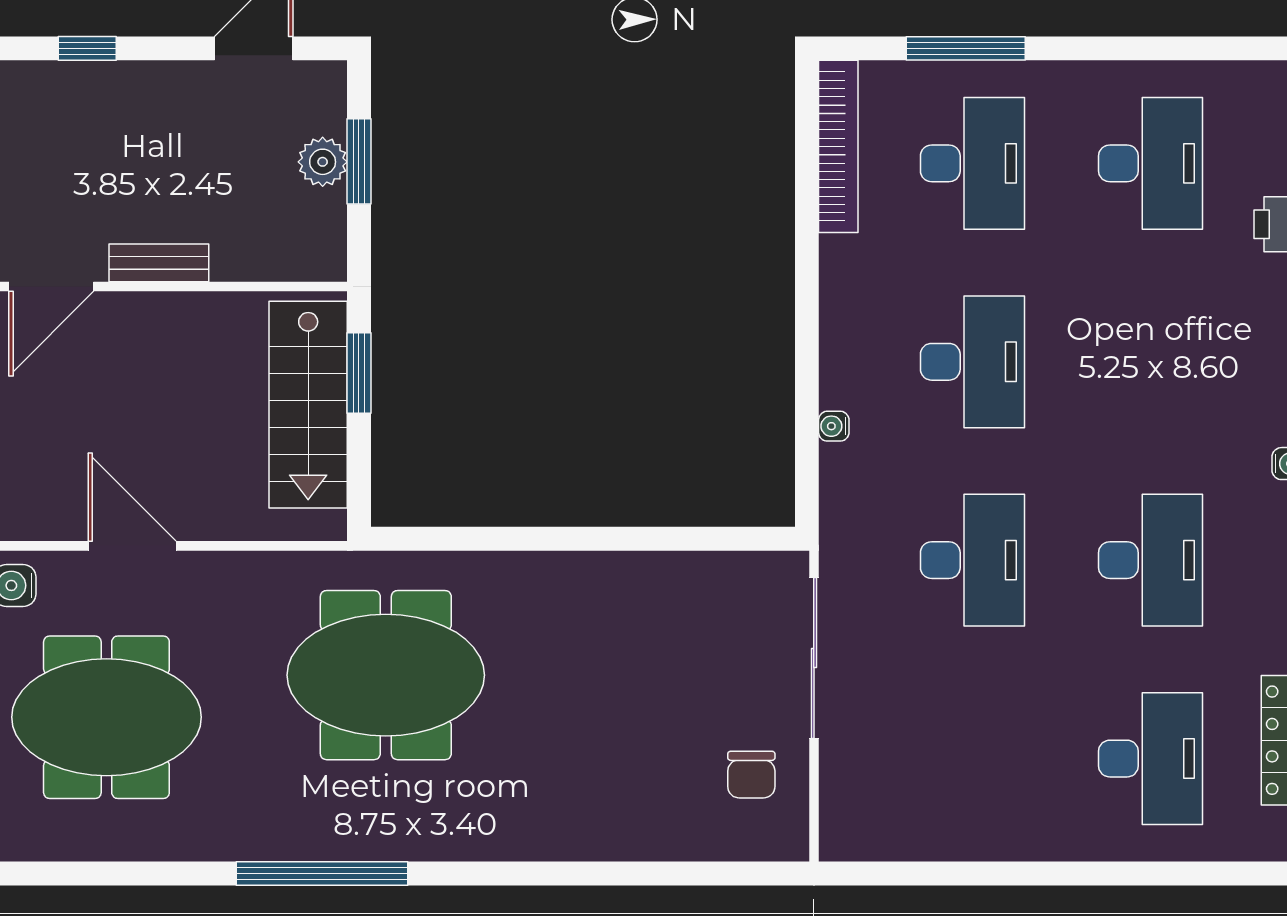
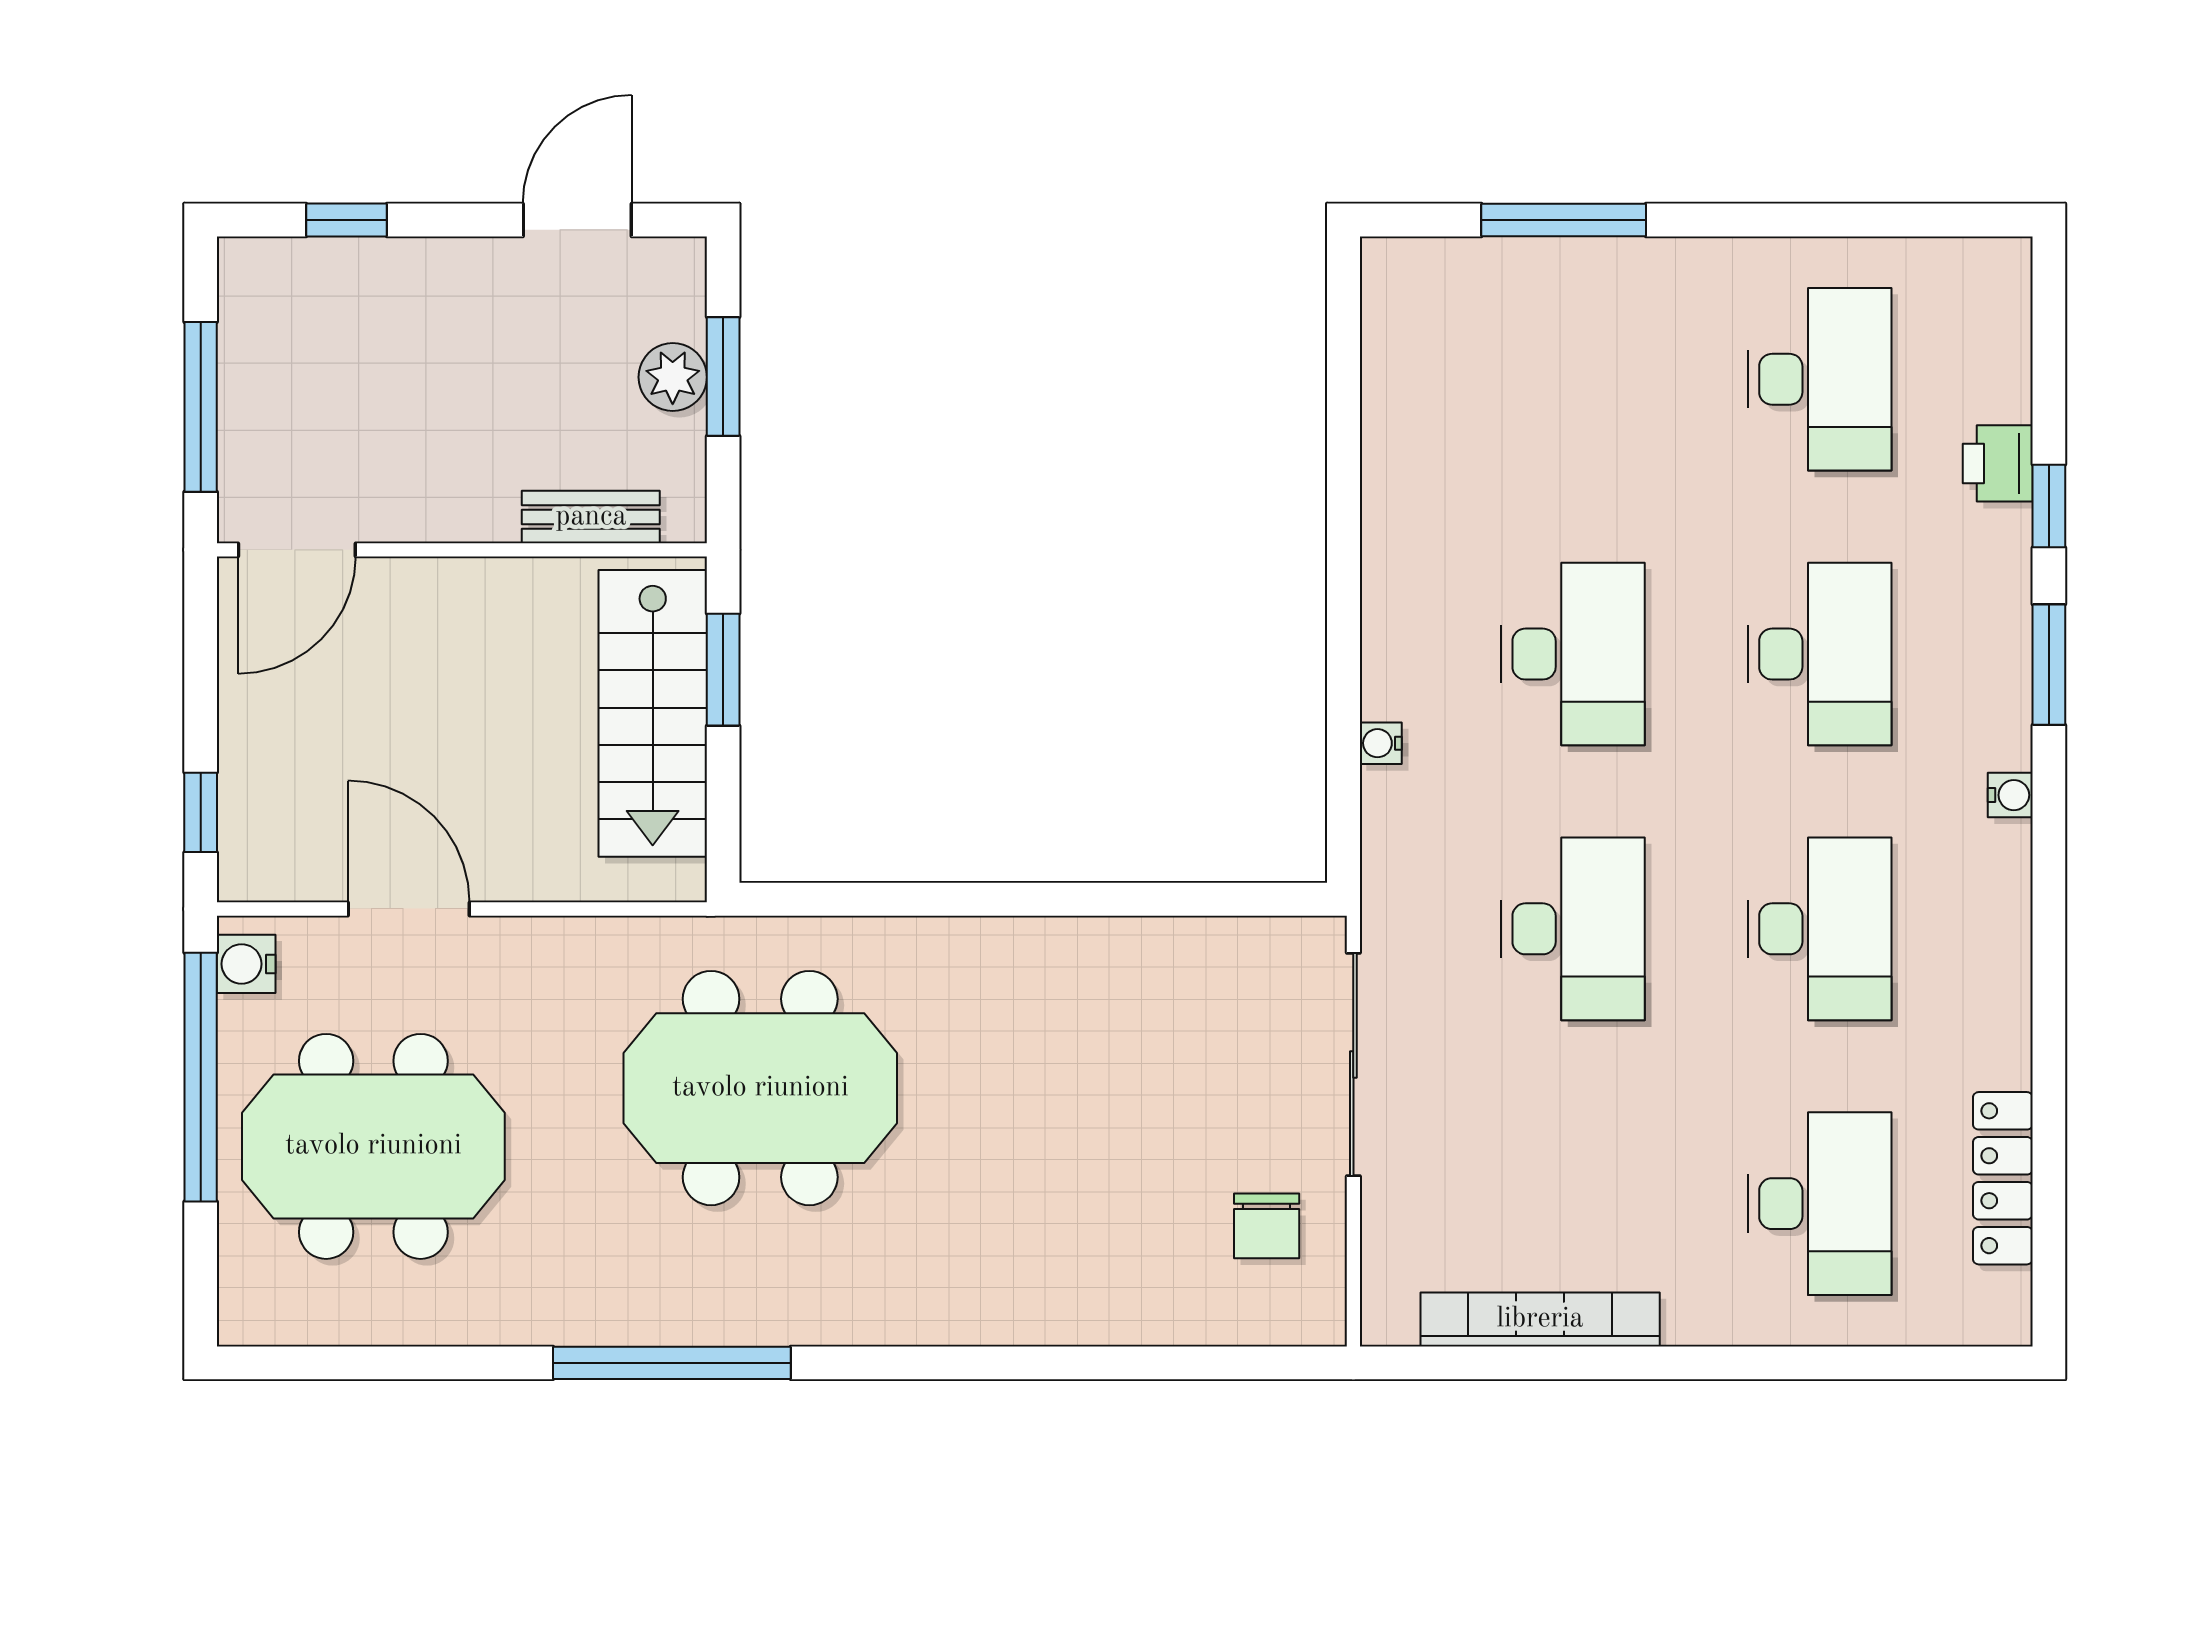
bookcase: (838, 146) -> (1540, 1319), moved, turned -90
desk: (972, 163) -> (1820, 654), moved
bench: (159, 263) -> (591, 517), moved

